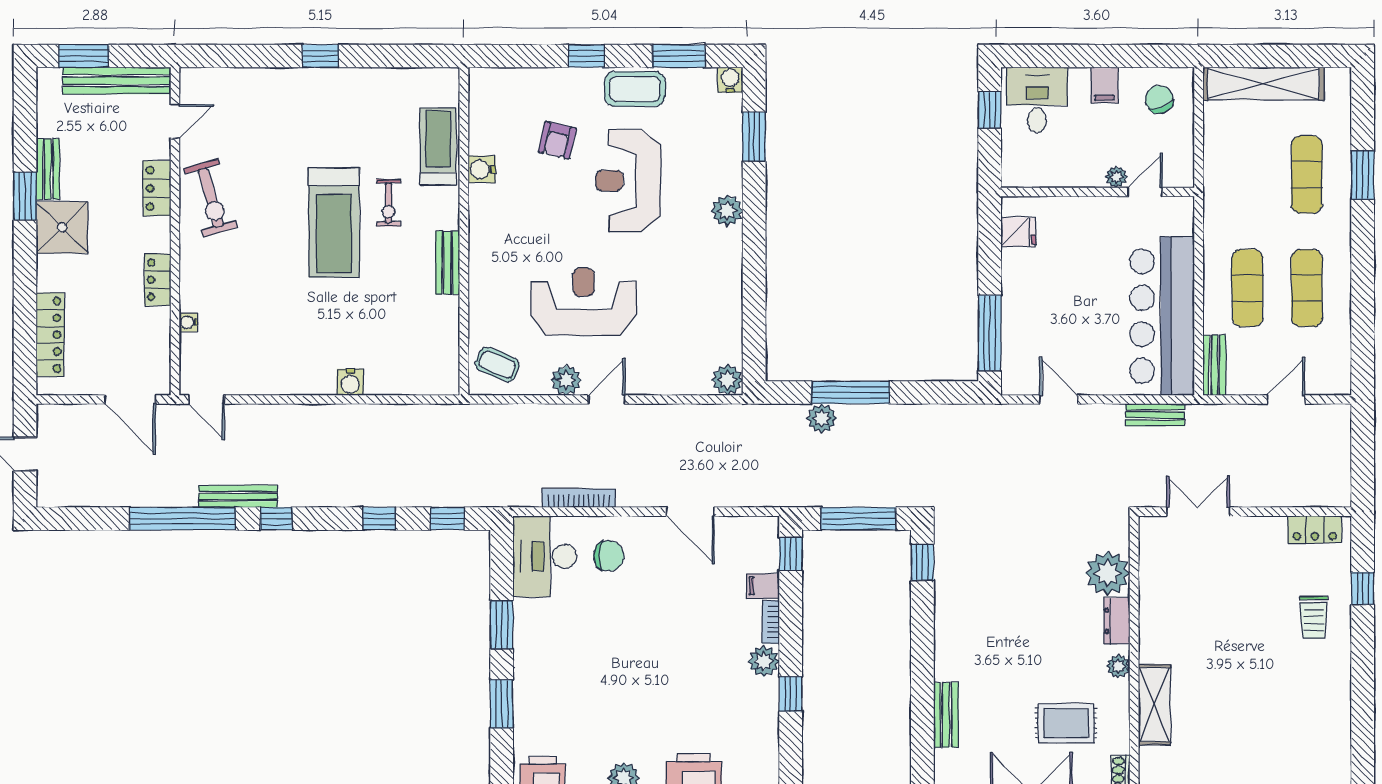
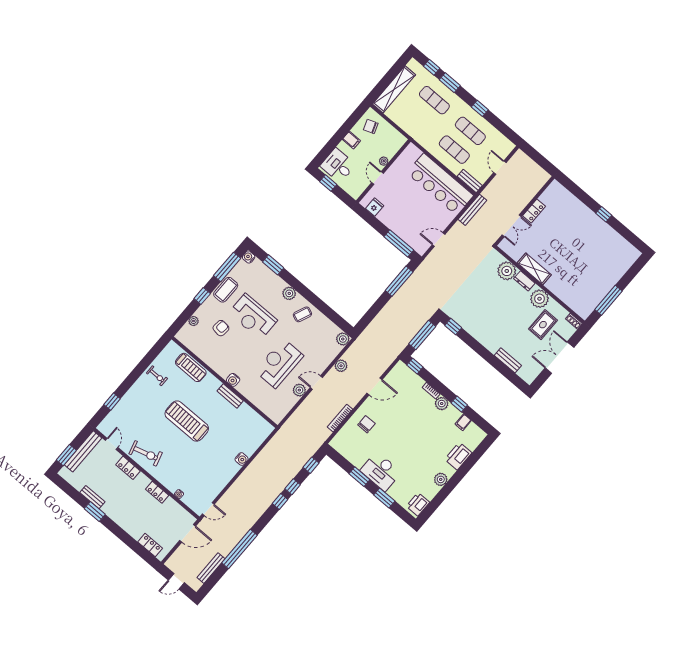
window: (320, 56) -> (112, 402), moved
window: (679, 56) -> (227, 267), width x1.44
plant: (527, 79) -> (194, 321), added
window: (1363, 118) -> (432, 67), added
armchair: (557, 140) -> (221, 328), turned -97
treadmill: (438, 146) -> (191, 367), turned 180
water cooler: (482, 169) -> (233, 380), moved
door: (1145, 192) -> (378, 178), moved
exercise bike: (389, 203) -> (157, 376), moved
treadmill: (334, 223) -> (187, 421), turned 180
shower: (62, 227) -> (115, 508), removed
window: (1363, 270) -> (480, 108), added
locker: (50, 335) -> (150, 545), width x0.66
coffee table: (497, 364) -> (302, 314), moved
window: (850, 392) -> (399, 281), moved
door: (607, 400) -> (316, 383), hinge flipped
bench: (1155, 415) -> (472, 210), width x1.36
plant: (822, 418) -> (341, 366), moved
bench: (238, 496) -> (211, 568), moved
double door: (1198, 512) -> (512, 226), swing flipped
window: (276, 519) -> (280, 502), moved
locker: (1315, 529) -> (534, 211), moved
desk: (545, 556) -> (381, 471), moved
filing cabinet: (763, 586) -> (463, 422), moved
window: (1363, 589) -> (604, 214), moved
trolley: (1314, 617) -> (576, 218), removed
plant: (1118, 666) -> (539, 299), width x1.87, depth x1.87
shelving: (1154, 705) -> (534, 269), moved

